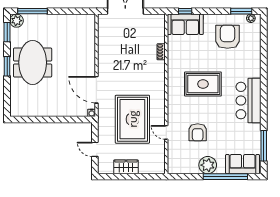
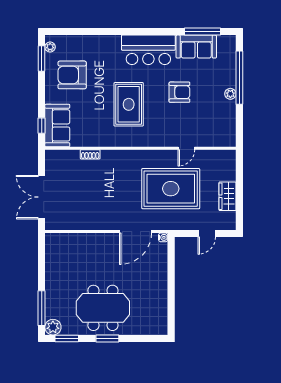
armchair: (198, 132) -> (179, 92), moved
sofa: (243, 164) -> (196, 47), moved, turned -90
plant: (208, 165) -> (230, 94), width x0.53, depth x0.53

